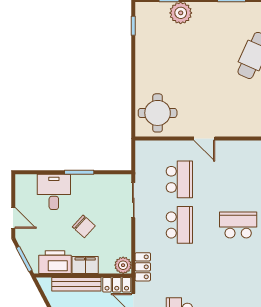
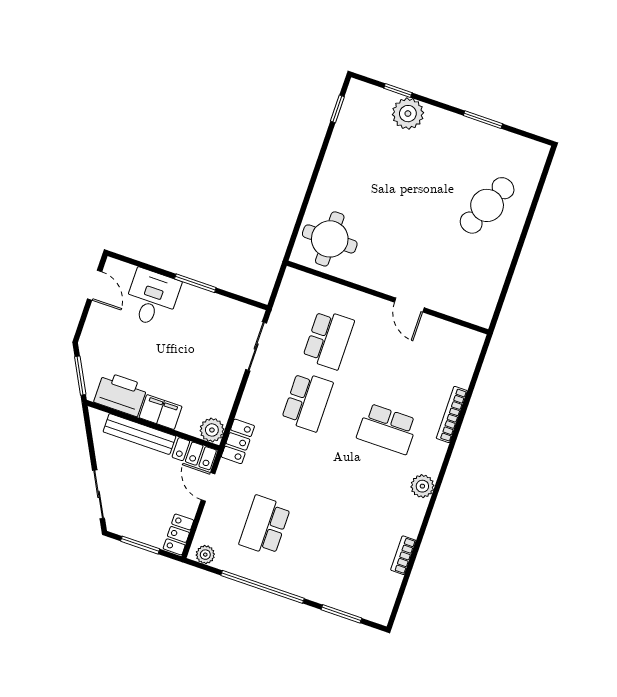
door: (204, 138) -> (409, 305), moved
door: (13, 218) -> (95, 285), moved
school desk: (238, 225) -> (387, 429), turned 180
chair: (84, 226) -> (177, 359), removed

